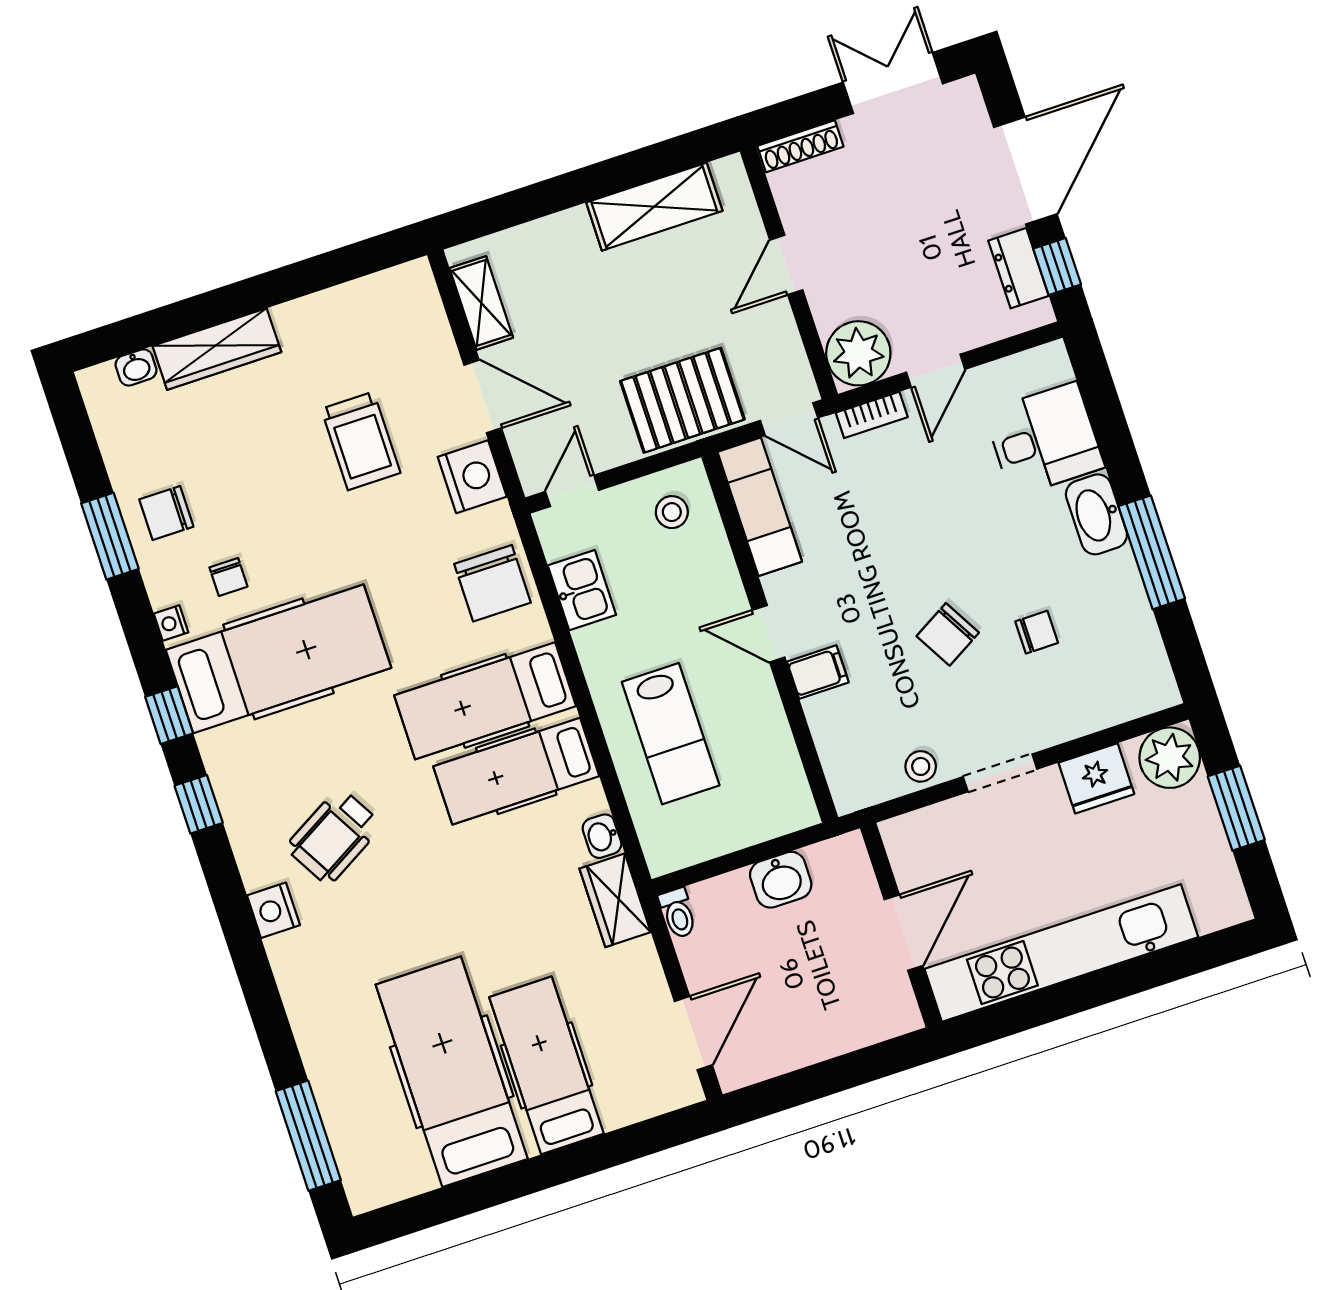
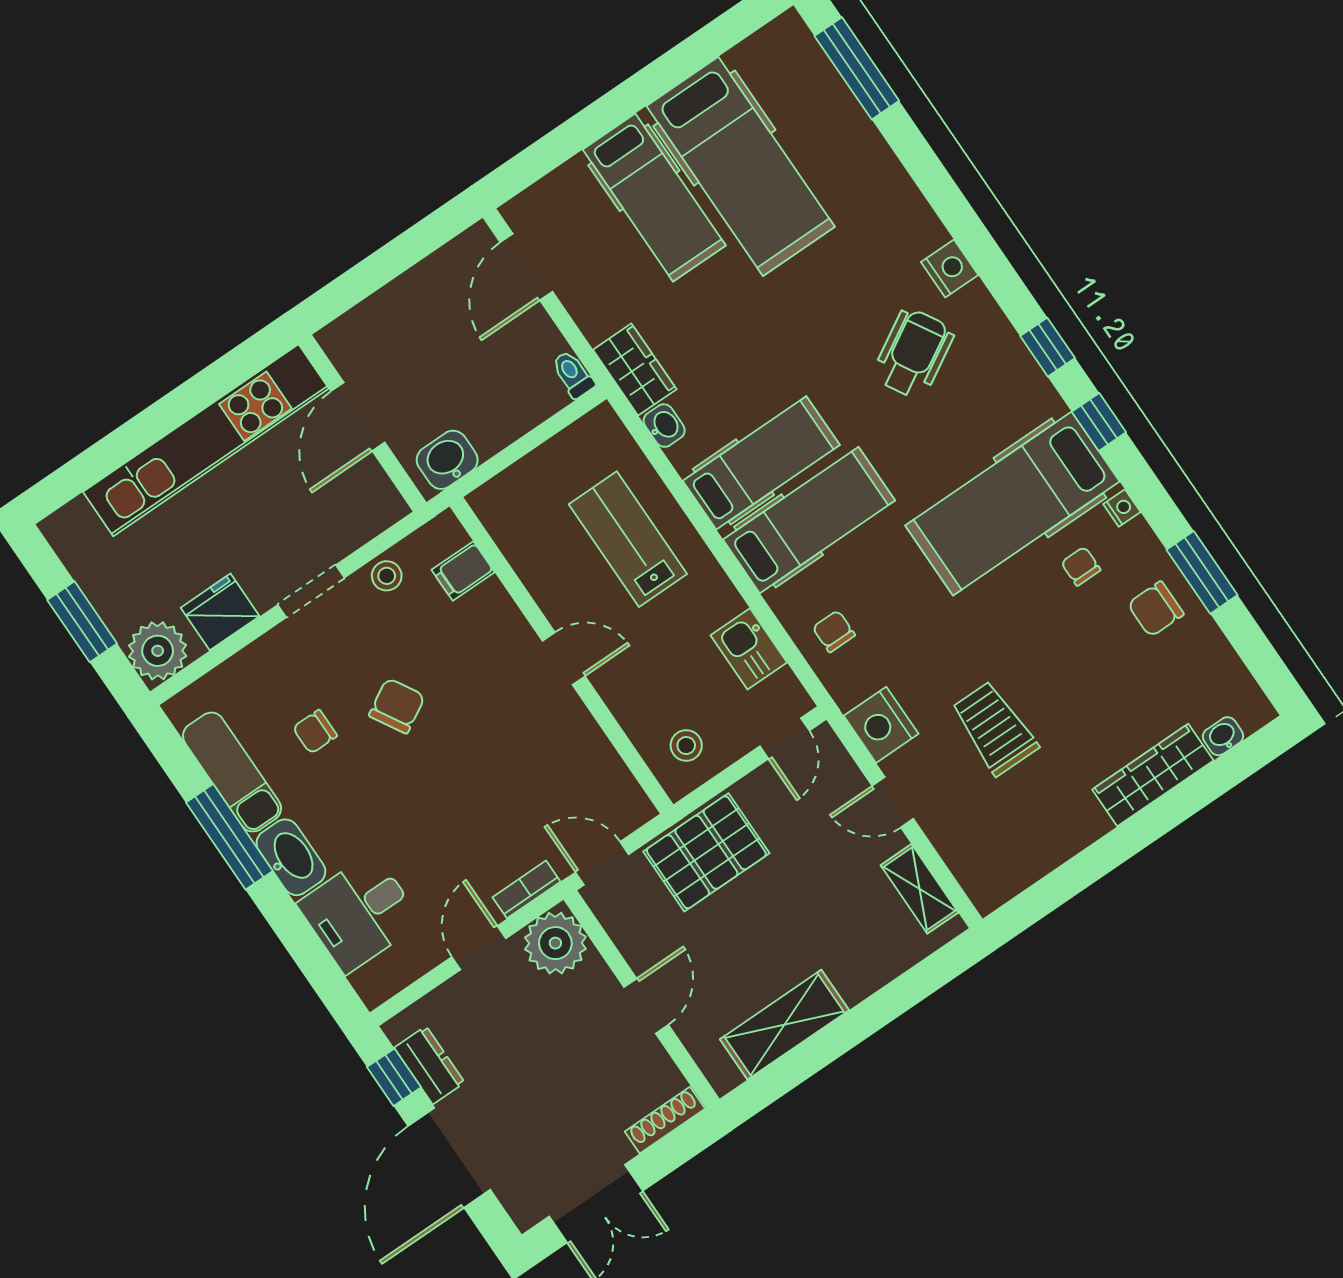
door: (483, 396) -> (893, 802), width x0.73
exam couch: (760, 507) -> (232, 772), moved, turned 180
chair: (166, 513) -> (1156, 609), turned 180
chair: (492, 583) -> (834, 631), width x0.54, depth x0.54
filing cabinet: (818, 672) -> (463, 571), moved
washbasin: (781, 880) -> (447, 460), moved

